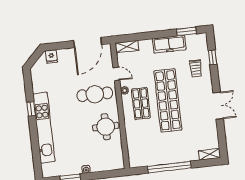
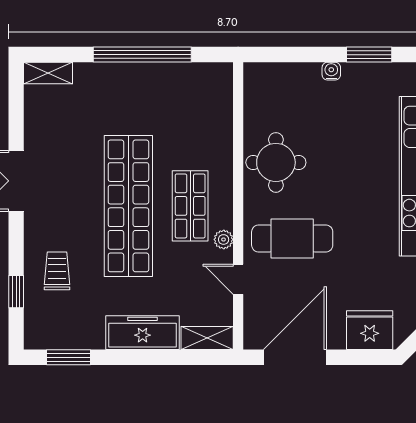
freezer: (169, 44) -> (143, 333), moved
fridge: (51, 56) -> (370, 330), width x1.88, depth x1.34

